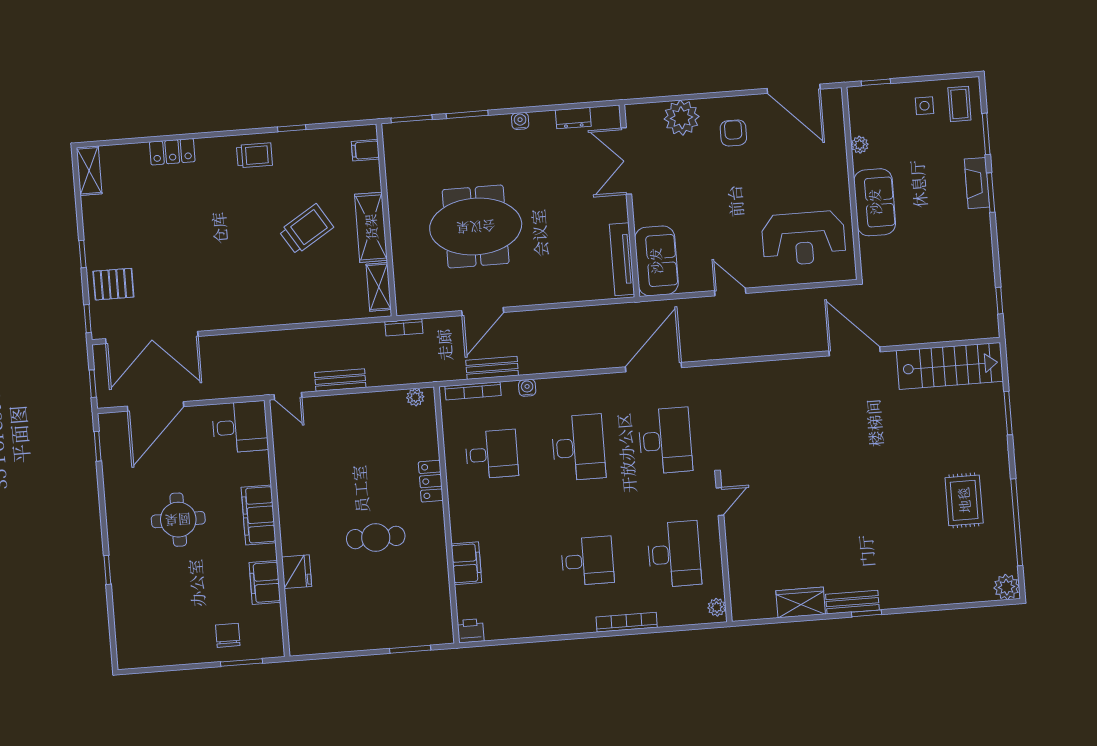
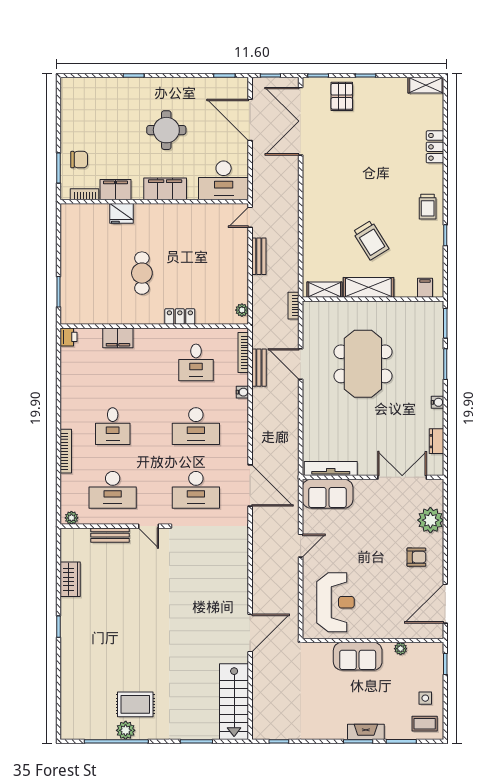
reception desk: (804, 238) -> (336, 602), turned 180
desk: (240, 427) -> (224, 180), width x1.37
plant: (1007, 587) -> (126, 730), moved
bench: (852, 602) -> (110, 535), moved, turned 90
bookcase: (275, 624) -> (85, 194), added

